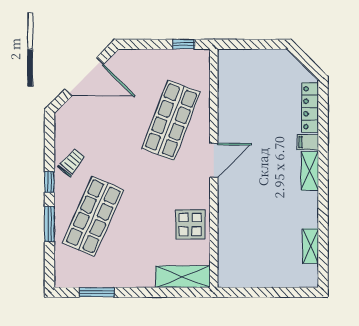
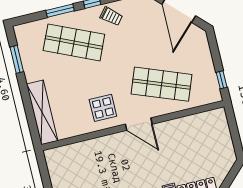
display table: (190, 224) -> (103, 108), moved
shelving: (183, 277) -> (42, 112), width x1.47

